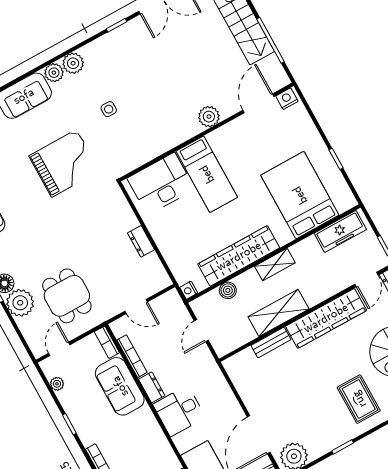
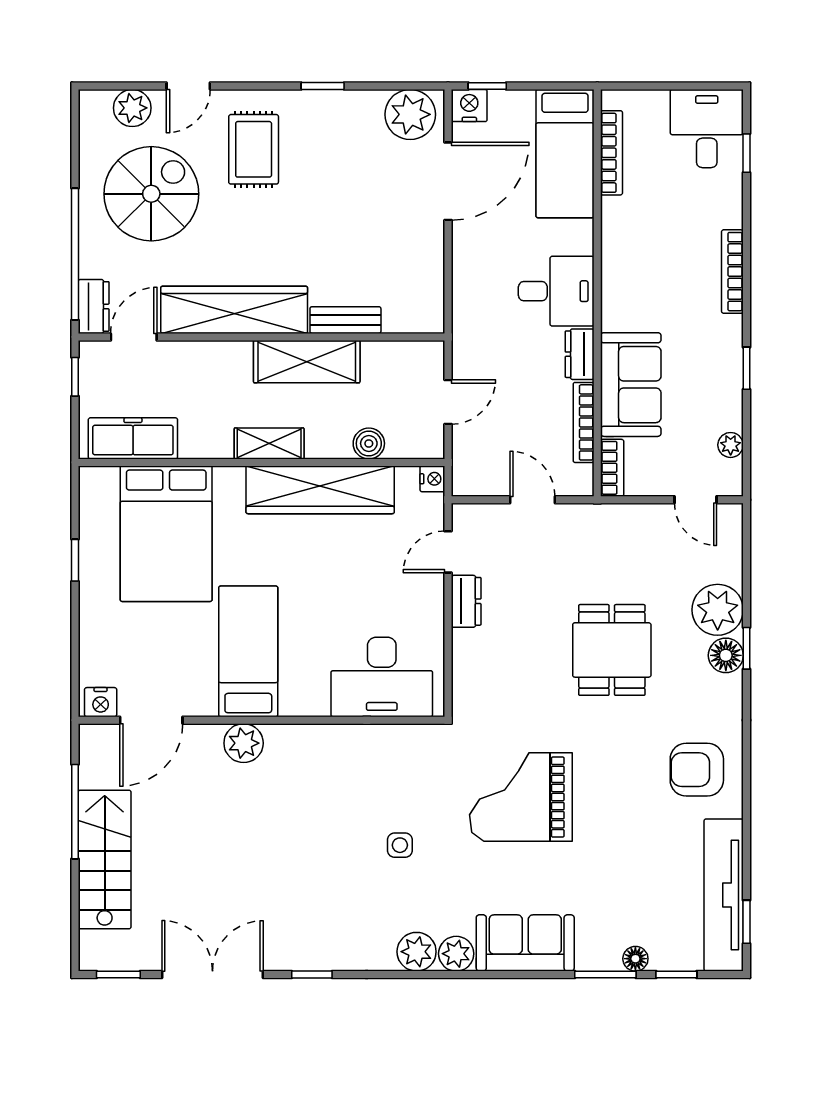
bed: (207, 174) -> (248, 651), moved
door: (162, 260) -> (448, 552), added
dining table: (67, 296) -> (612, 650), moved
door: (59, 349) -> (696, 500), hinge flipped

